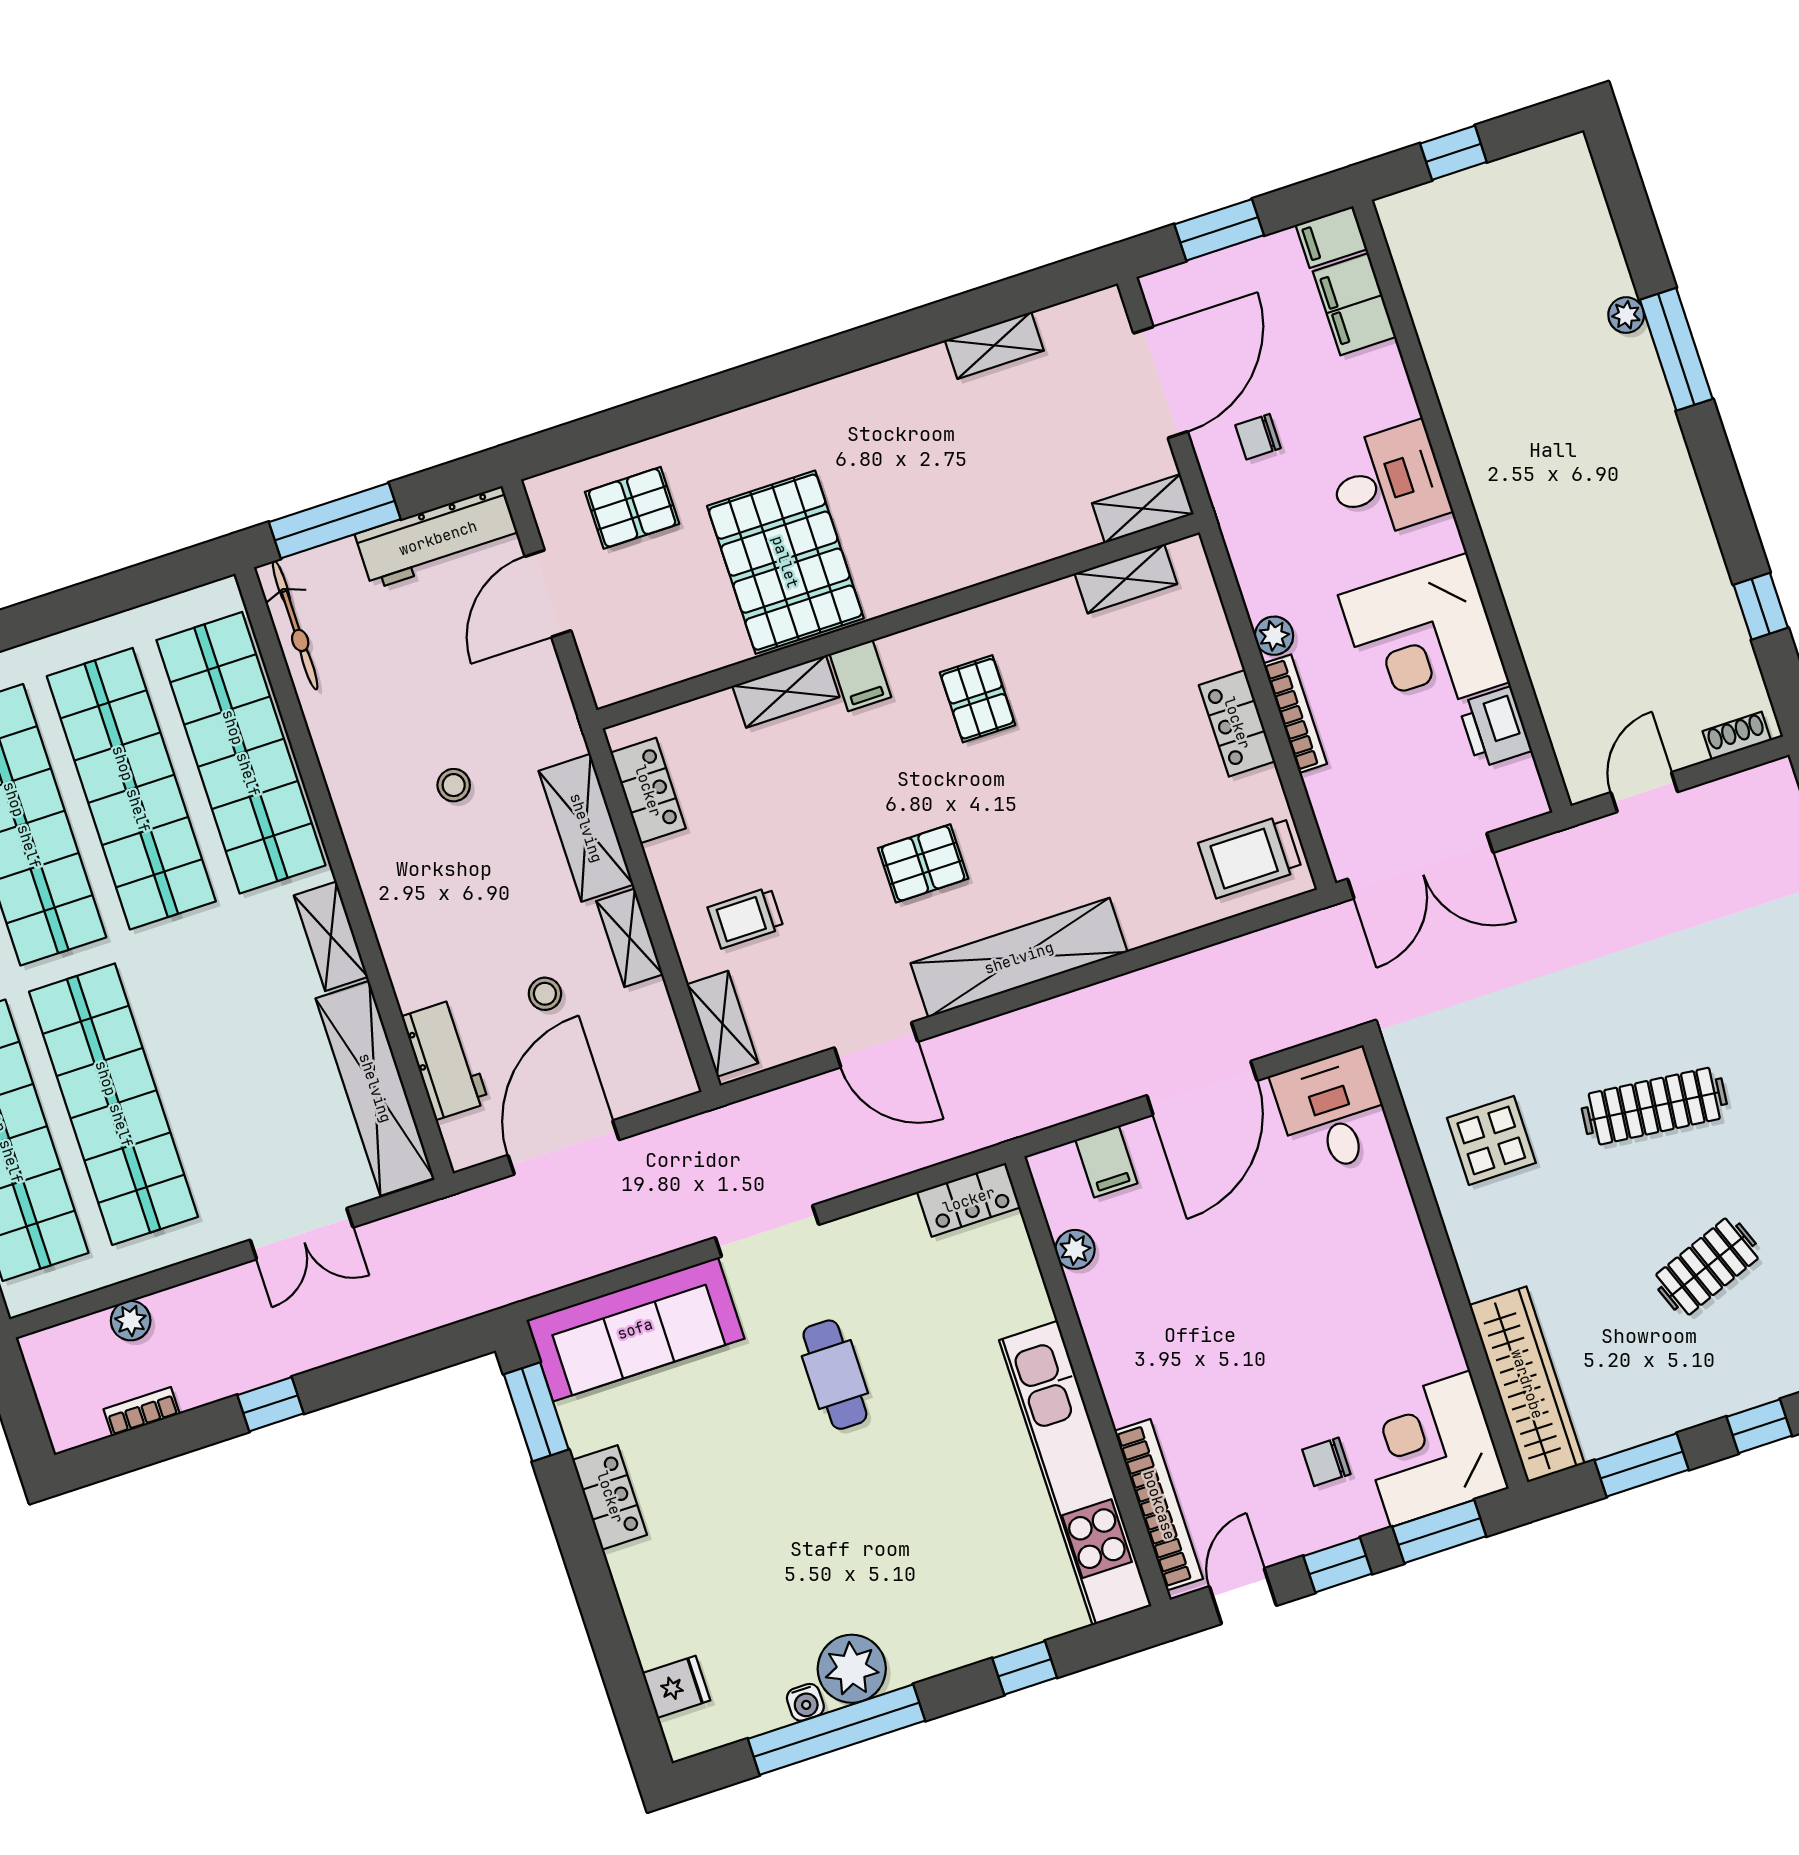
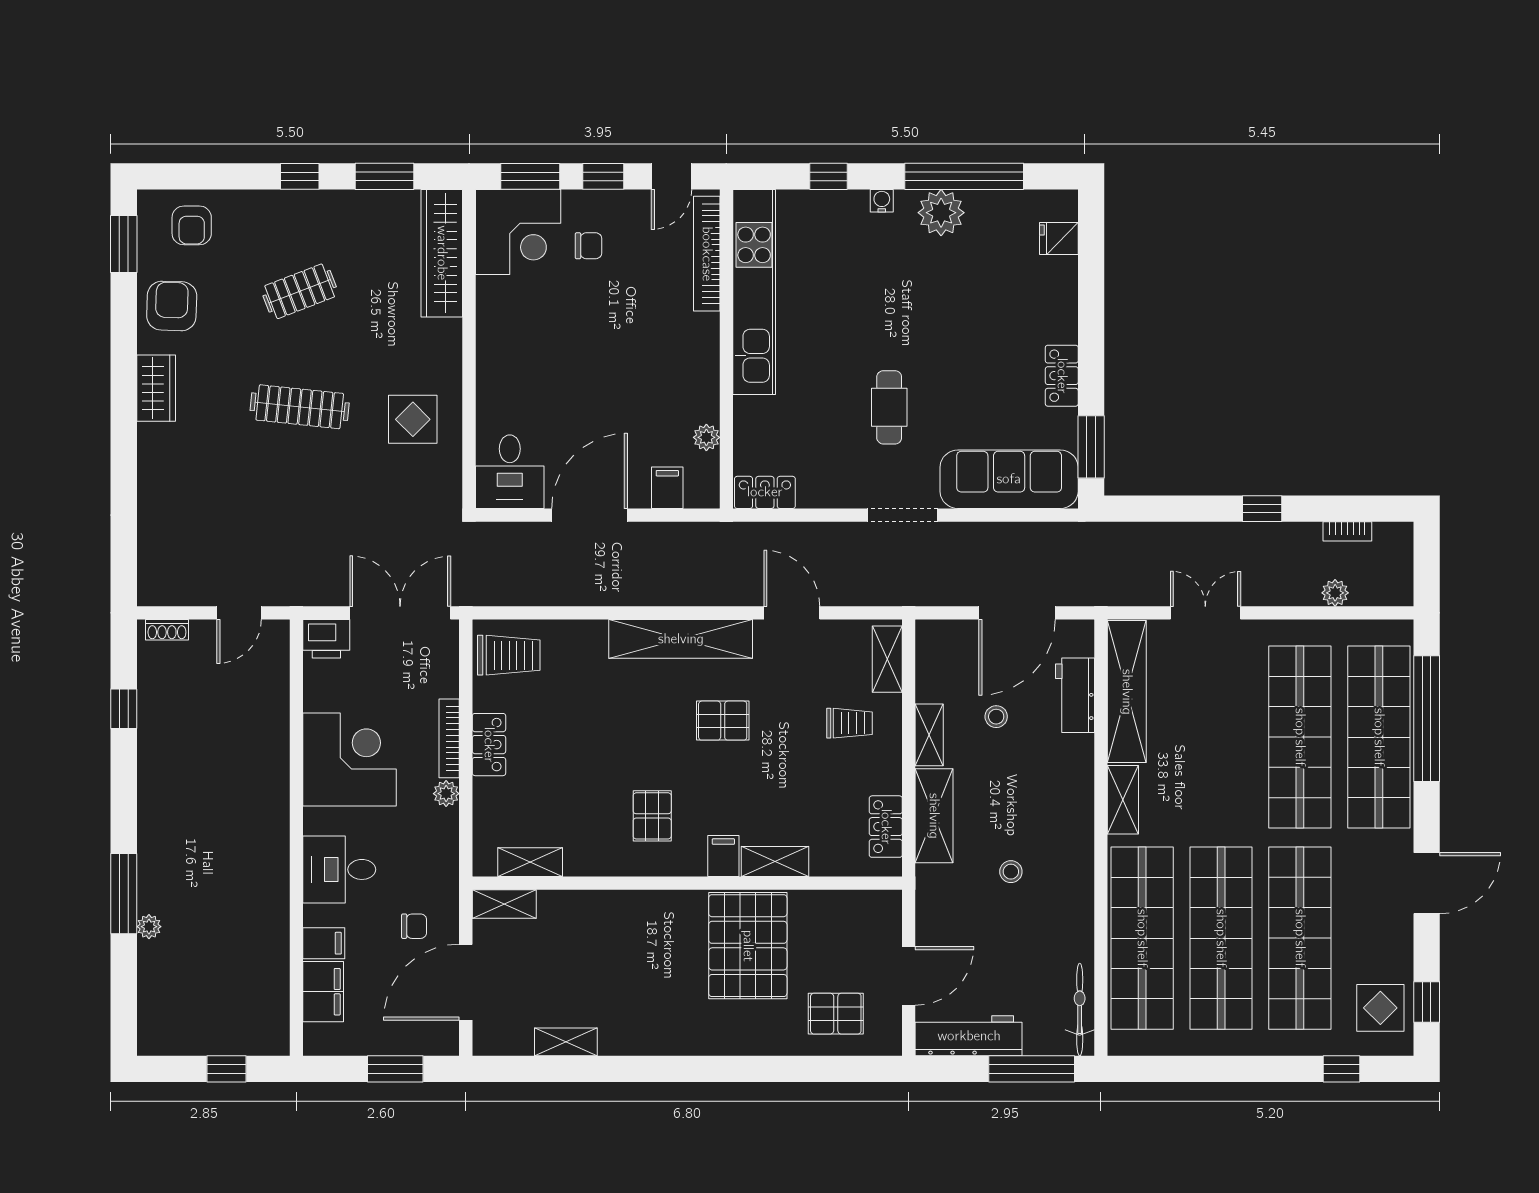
filing cabinet: (1331, 237) -> (324, 943), moved
printer: (1495, 727) -> (326, 639), moved, turned 90
water cooler: (805, 1702) -> (882, 201), moved

